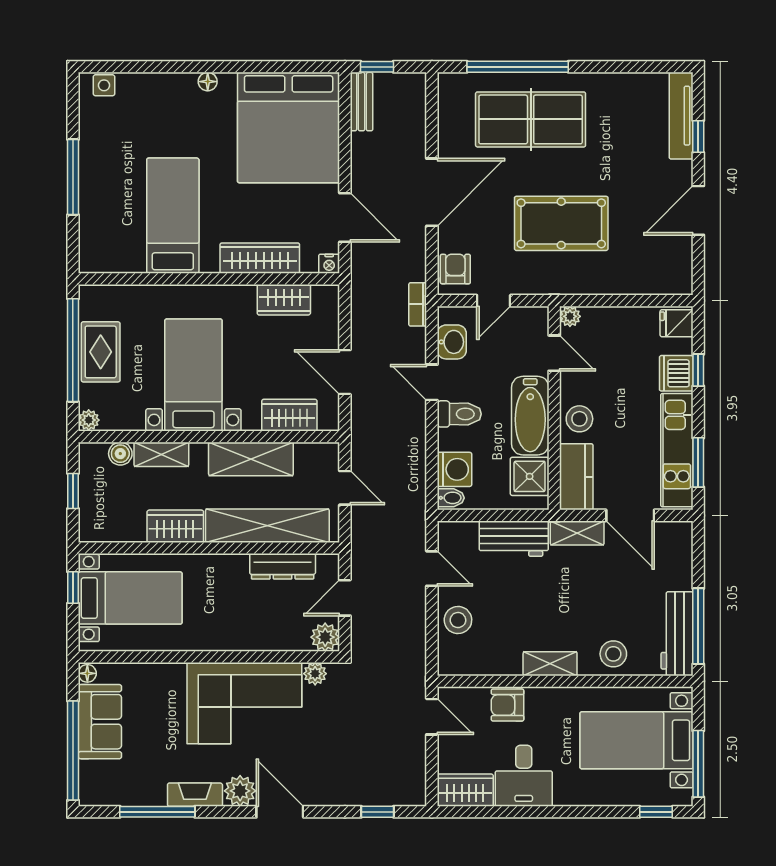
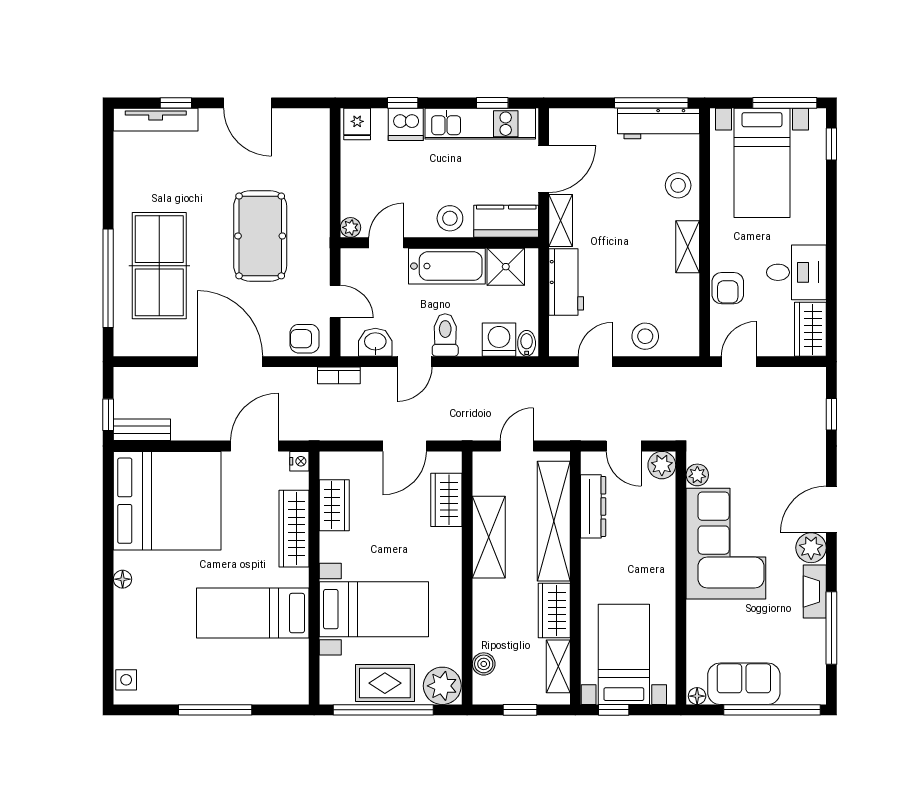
bed with nightstands: (193, 375) -> (374, 609), moved, turned 180
plant: (89, 420) -> (442, 686), width x1.87, depth x1.87
shelving: (161, 454) -> (558, 666), moved
window: (698, 462) -> (492, 103), width x0.67

